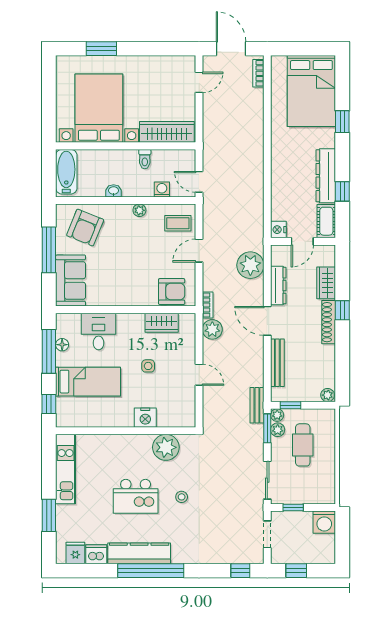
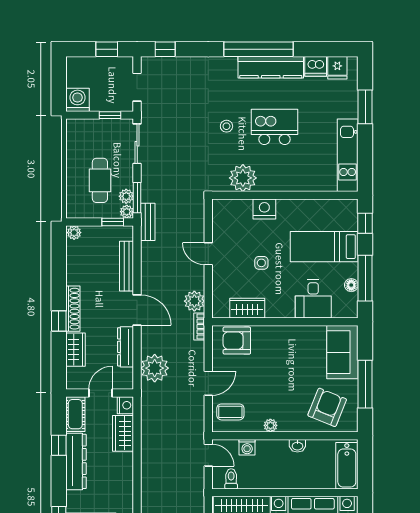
toilet: (145, 159) -> (231, 479), moved
wardrobe: (281, 203) -> (123, 433), added

